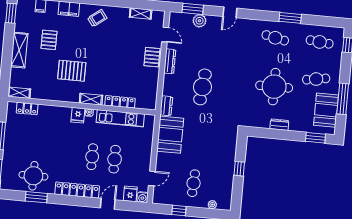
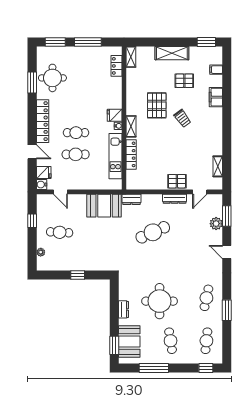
trolley: (97, 18) -> (182, 118), moved
cafe table: (202, 87) -> (153, 232), turned -30
booth: (326, 110) -> (129, 342), moved, turned 90

